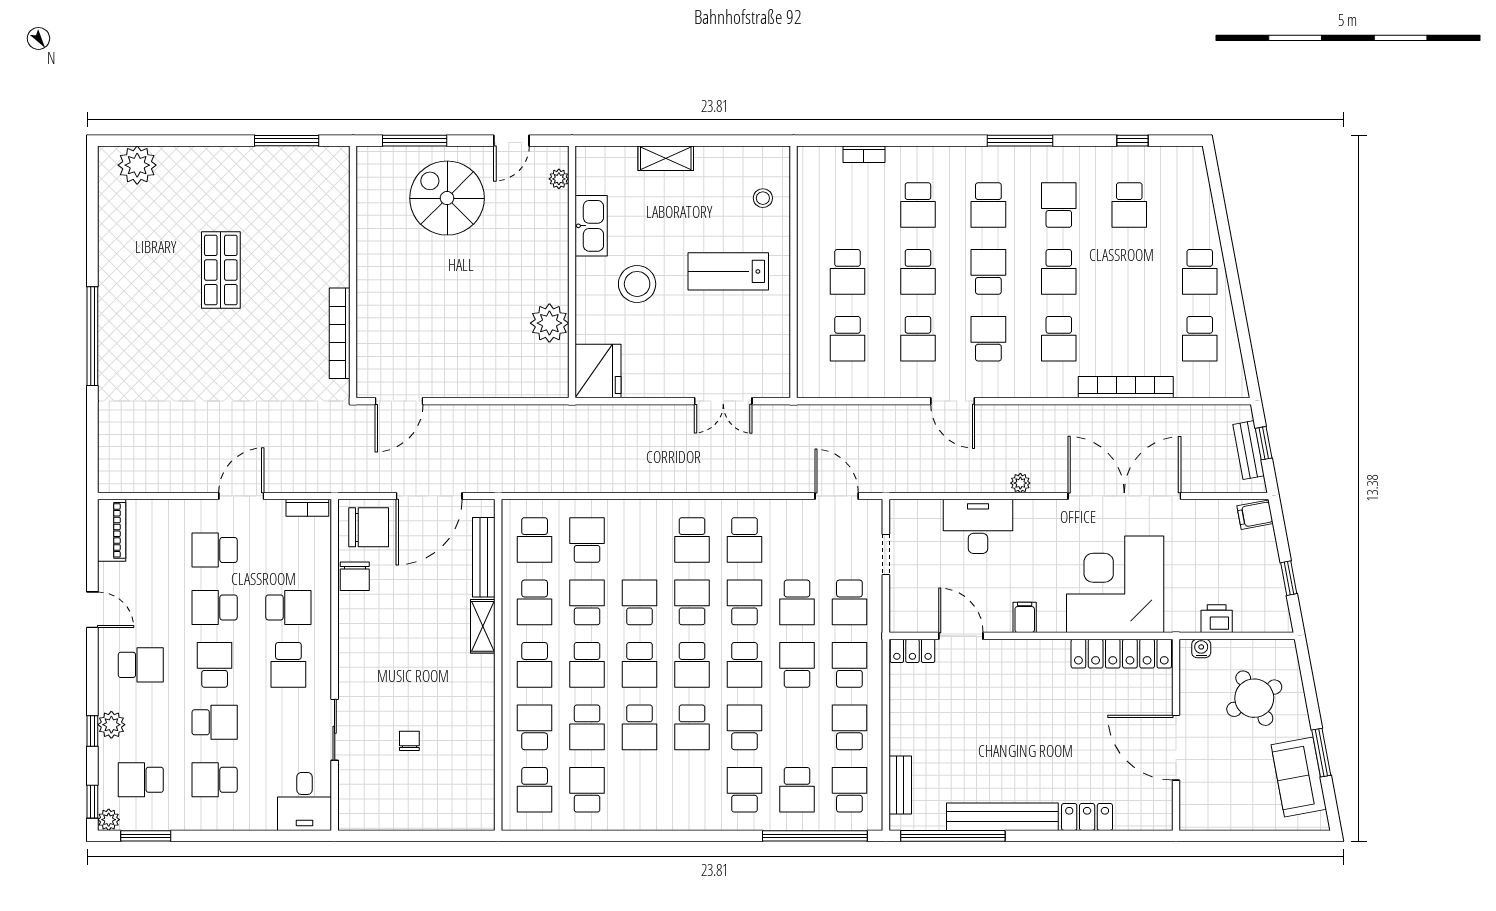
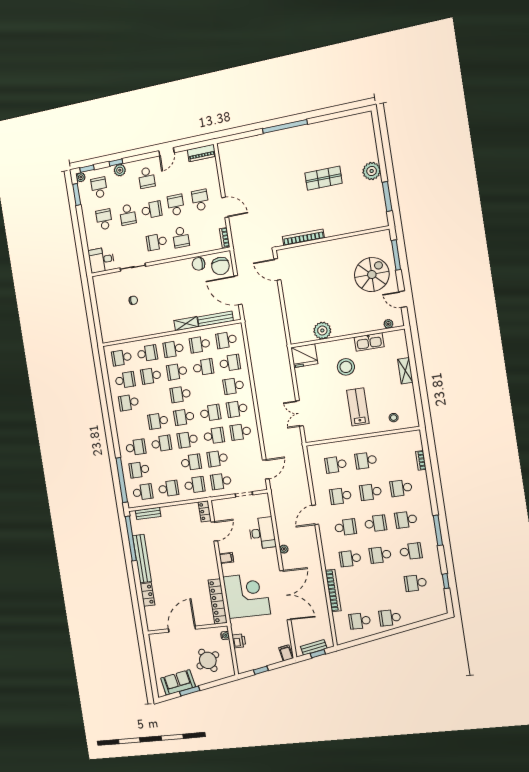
plant: (137, 165) -> (372, 171), moved
school desk: (640, 602) -> (233, 386), moved, turned 180
school desk: (640, 727) -> (129, 402), moved

